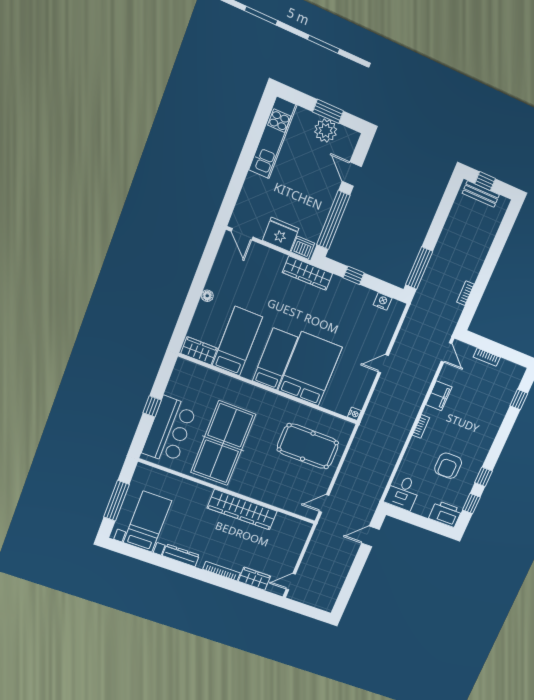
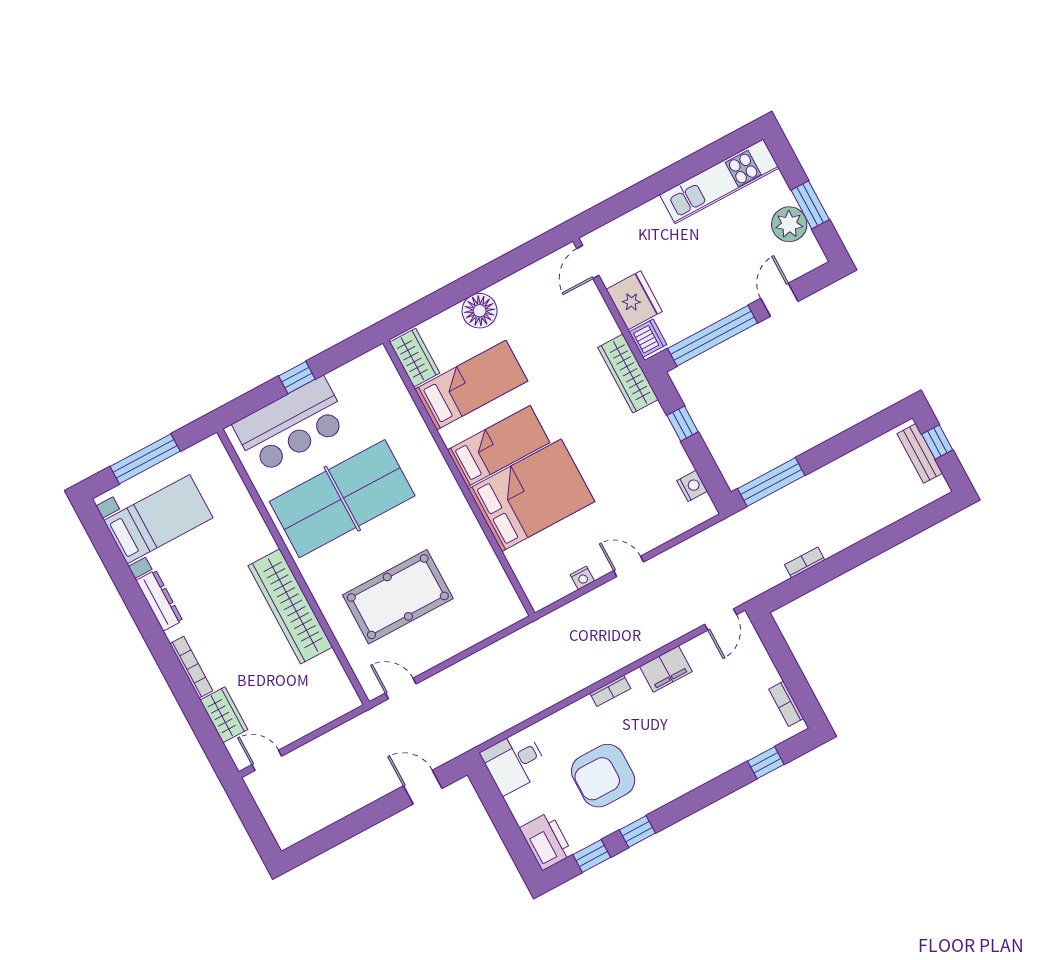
floor lamp: (207, 296) -> (480, 311), width x1.89, depth x1.89
bookcase: (487, 357) -> (786, 704), moved
nightstand: (354, 414) -> (582, 578), moved
pool table: (308, 446) -> (398, 597), moved, turned 90
armchair: (448, 466) -> (603, 776), width x1.36, depth x1.36

